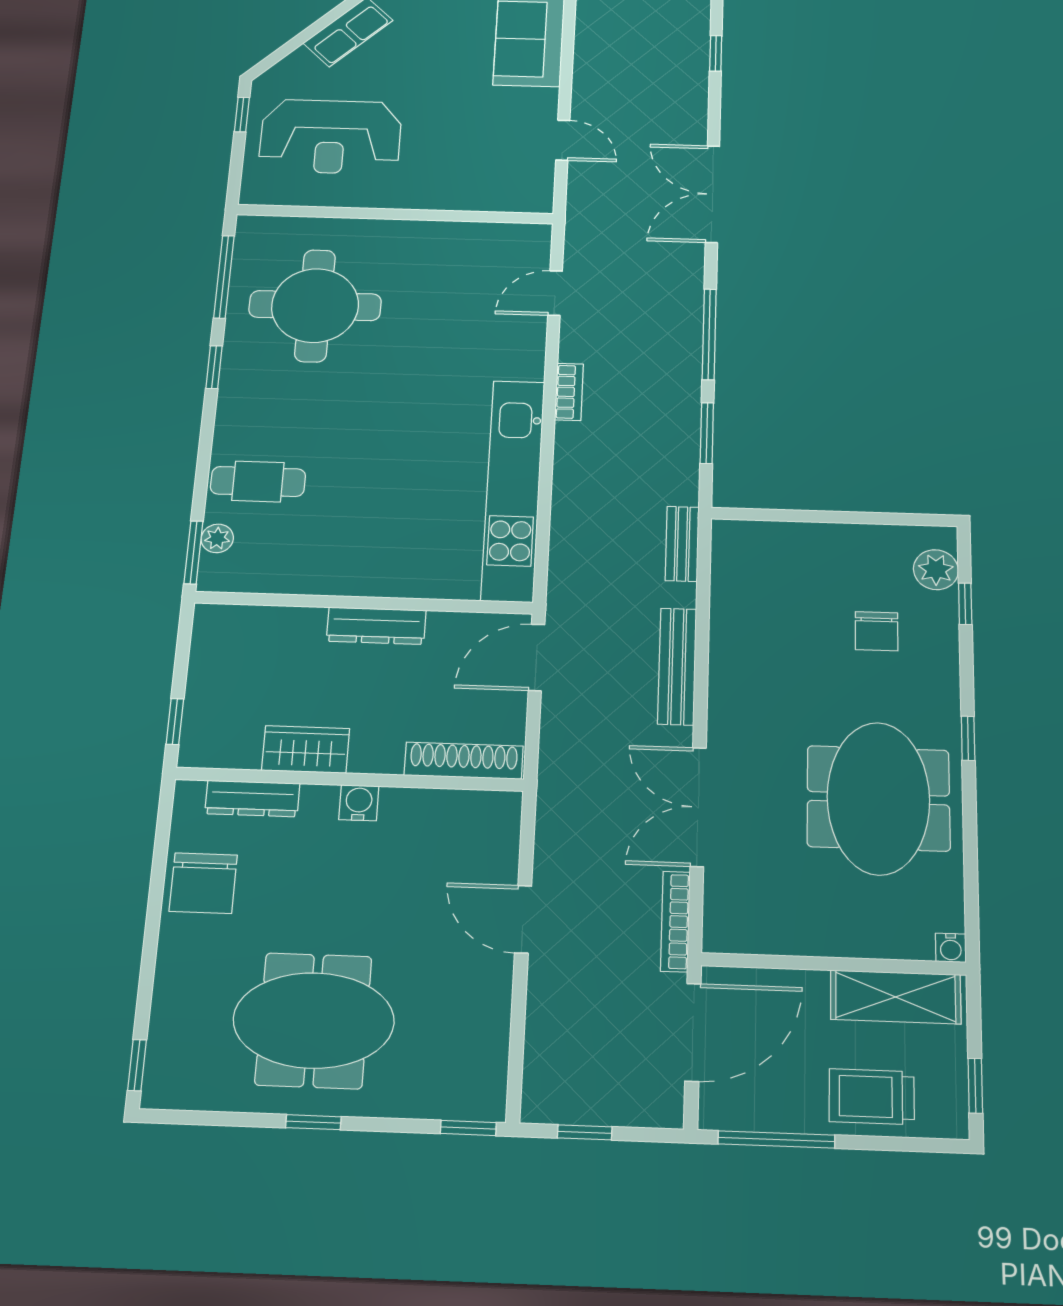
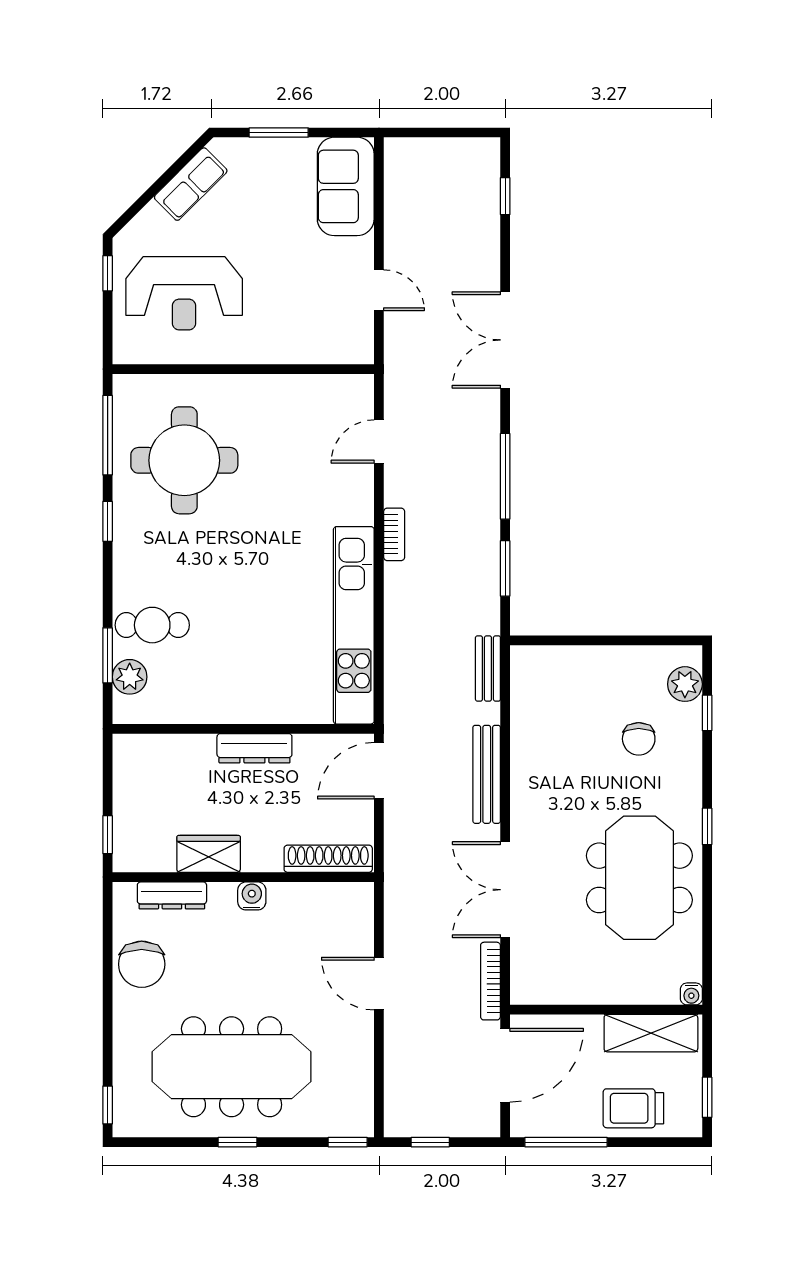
plant: (217, 538) -> (130, 677), width x1.38, depth x1.38
window: (194, 552) -> (108, 655), moved
meeting table: (314, 1020) -> (232, 1067), width x1.36

